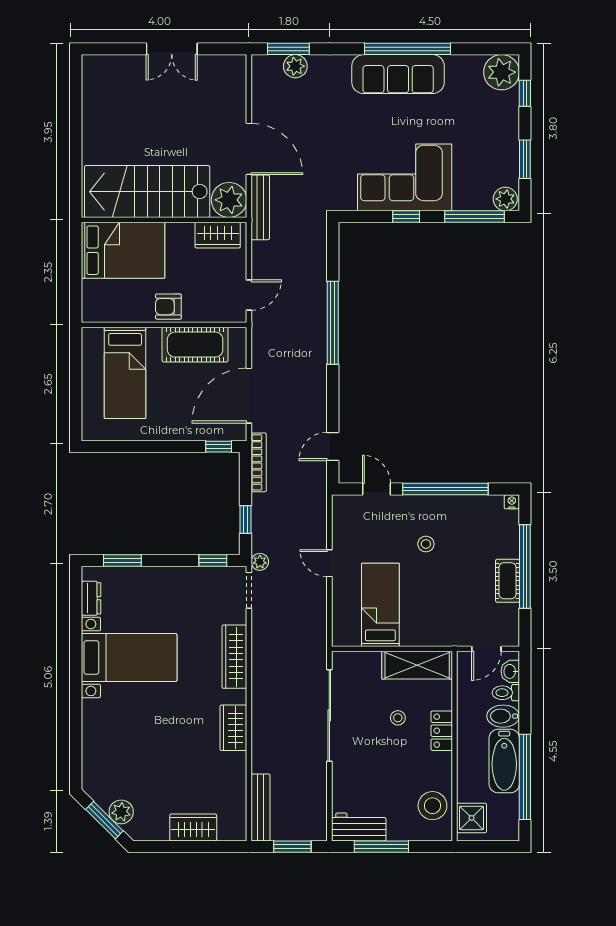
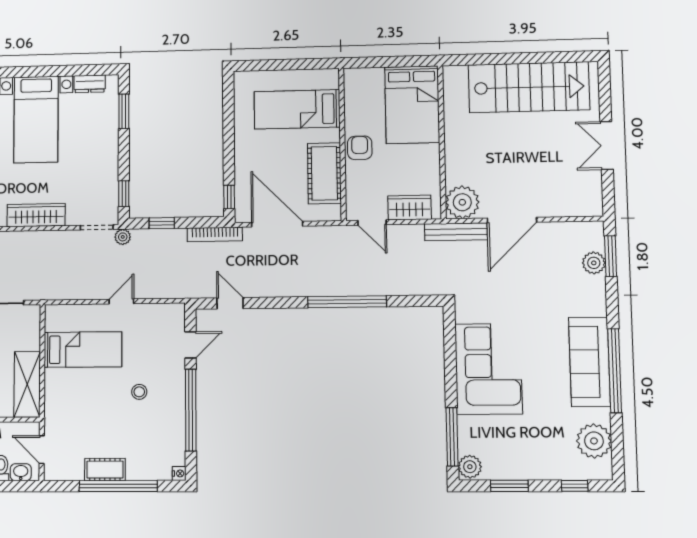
plant: (502, 72) -> (594, 441), moved
stairs: (147, 192) -> (529, 87), moved, turned 90
window: (406, 216) -> (450, 371), removed
wardrobe: (218, 235) -> (410, 208), moved, turned 90

